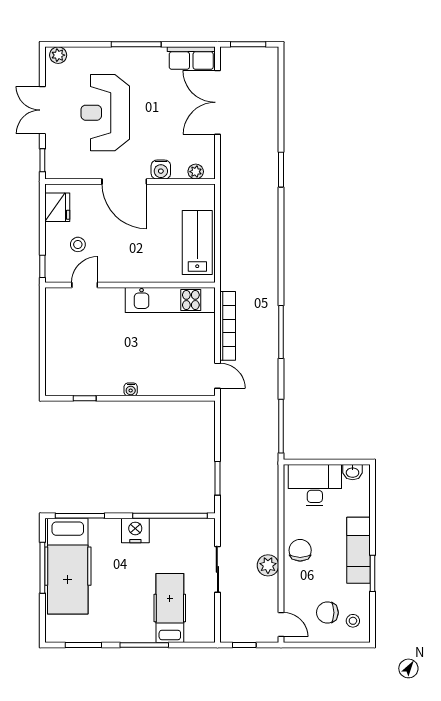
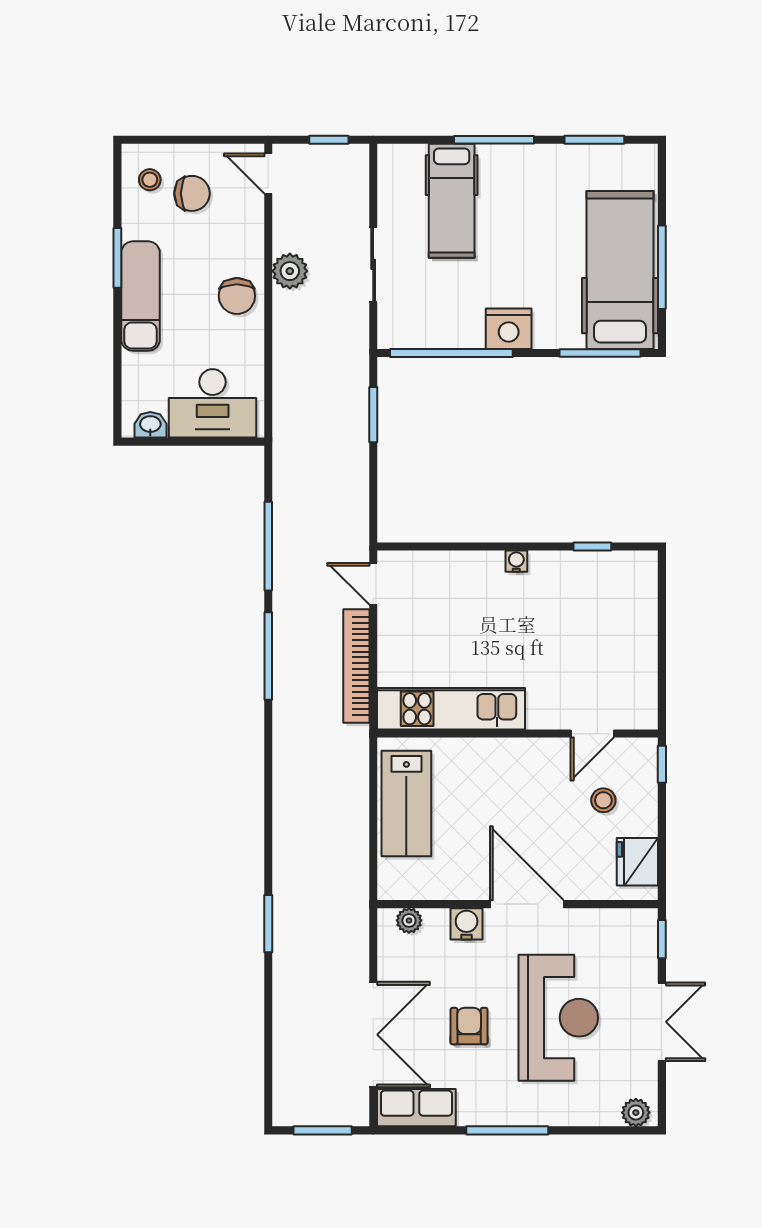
armchair: (159, 108) -> (469, 1026), added
window: (281, 426) -> (268, 546), moved

